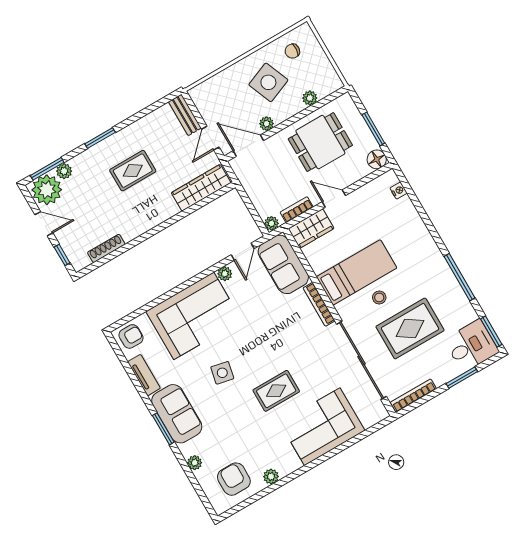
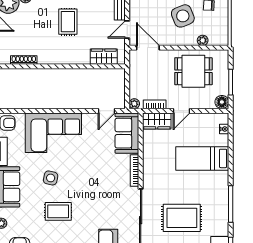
plant: (267, 124) -> (167, 41), removed
rug: (133, 171) -> (68, 22), turned 90
wardrobe: (201, 188) -> (104, 57), width x0.67
door: (334, 199) -> (181, 111), swing flipped
bed: (357, 272) -> (202, 158), moved, turned 180
plant: (225, 274) -> (88, 118), removed
stool: (379, 298) -> (174, 188), removed
rug: (276, 391) -> (58, 211), moved

